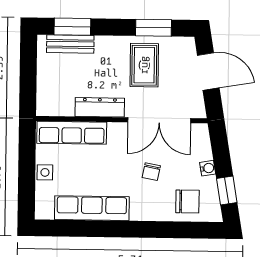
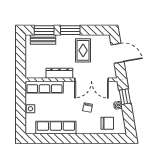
window: (154, 28) -> (70, 30), moved
window: (227, 190) -> (125, 97), moved

